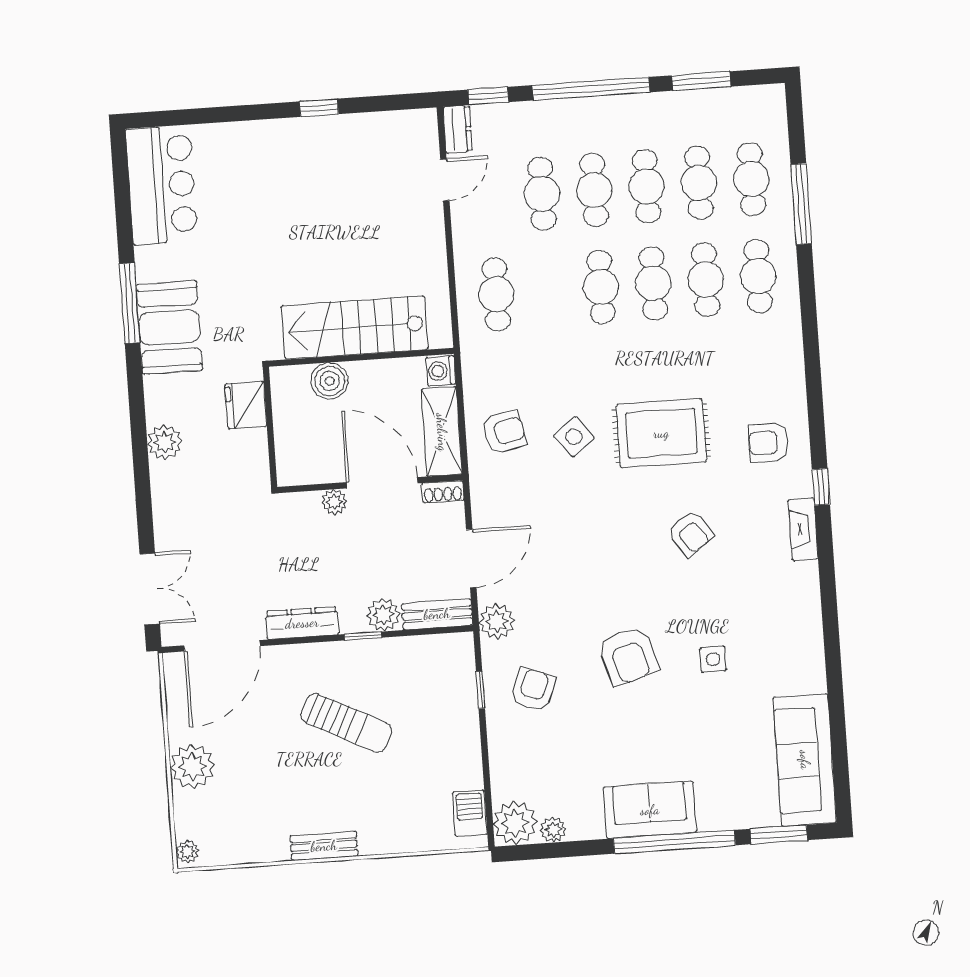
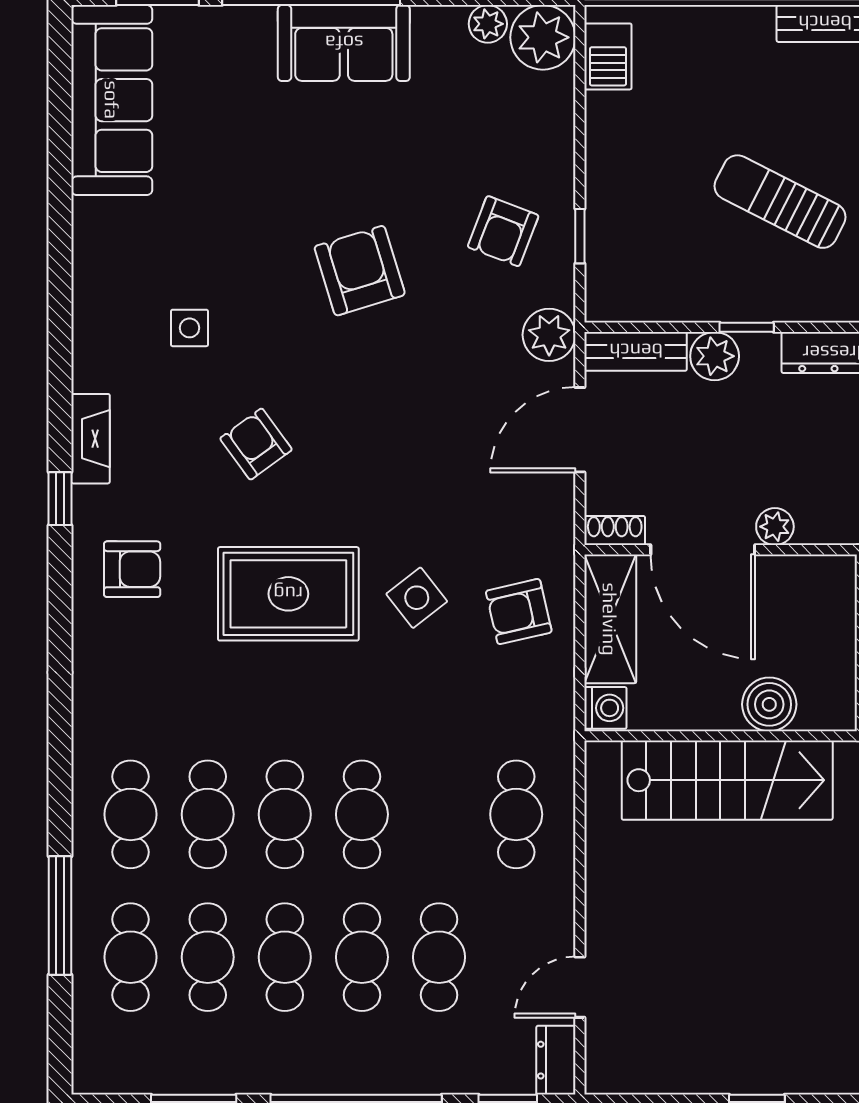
side table: (713, 659) -> (190, 328), moved

